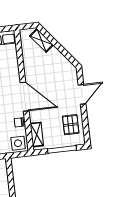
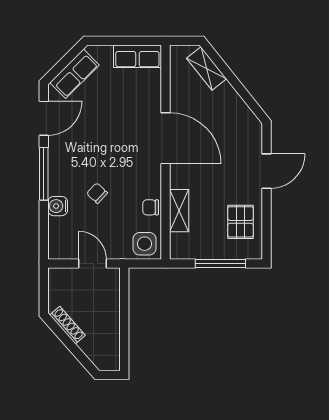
door: (25, 97) -> (165, 138), moved
shelving: (37, 135) -> (179, 211), moved

